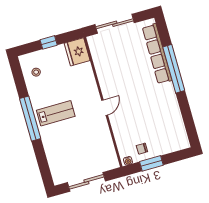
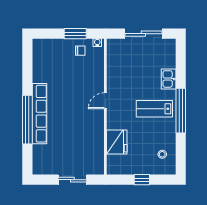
sliding door: (115, 24) -> (72, 180), width x0.73
fridge: (77, 52) -> (117, 142), moved
row of seats: (157, 54) -> (39, 114), moved
kitchen sink: (50, 145) -> (169, 79), added

